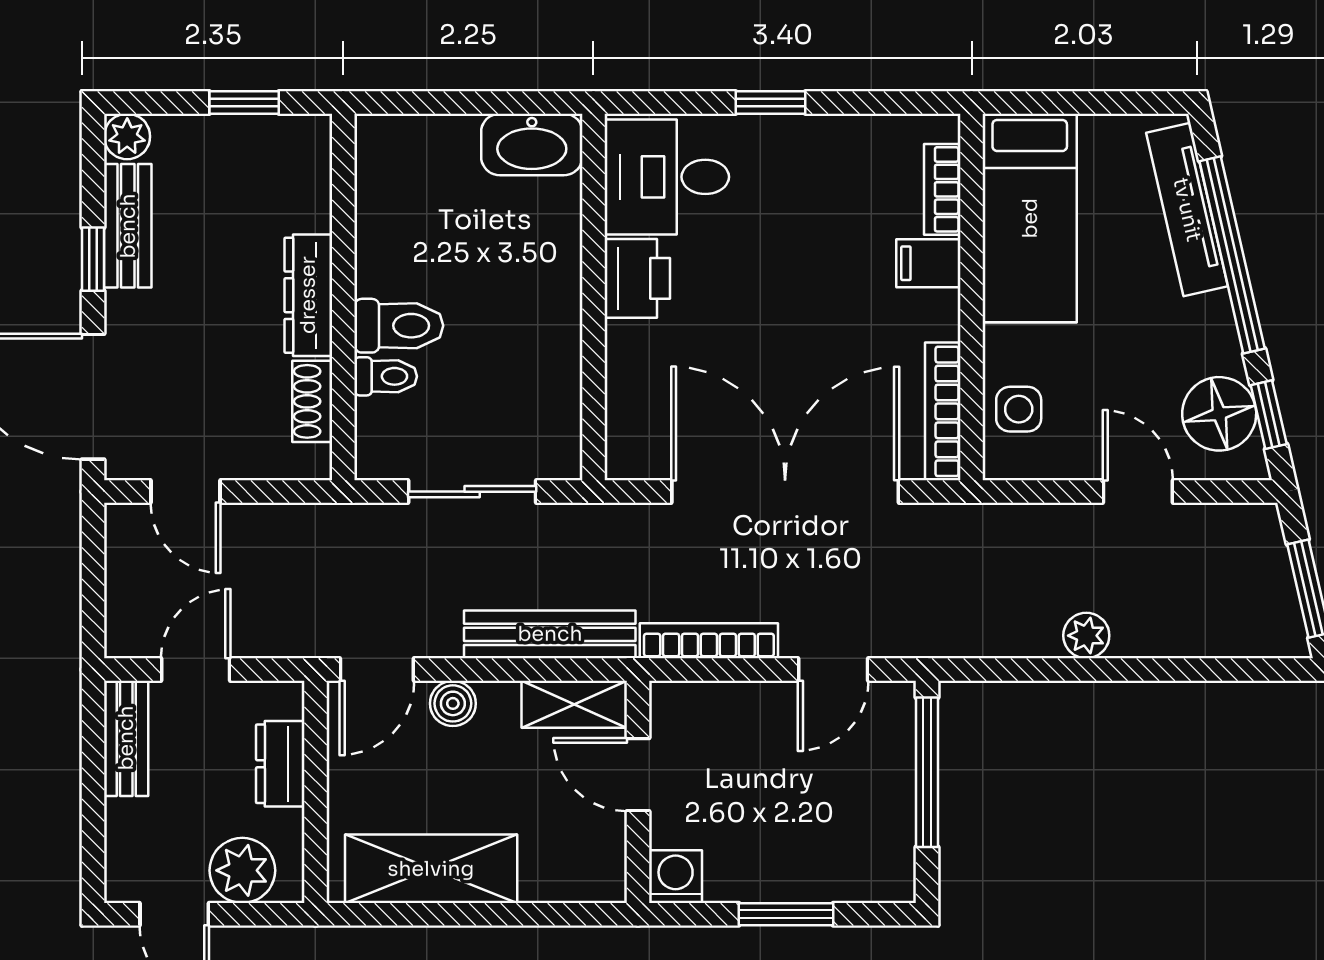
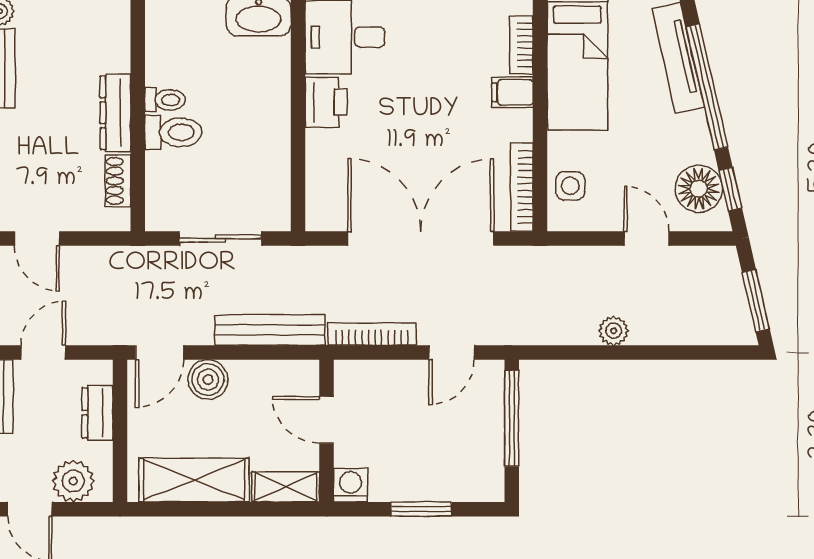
toilet: (386, 376) -> (165, 100), moved
boiler: (453, 703) -> (208, 380), width x1.36, depth x1.36
shelving: (574, 704) -> (286, 487), moved

